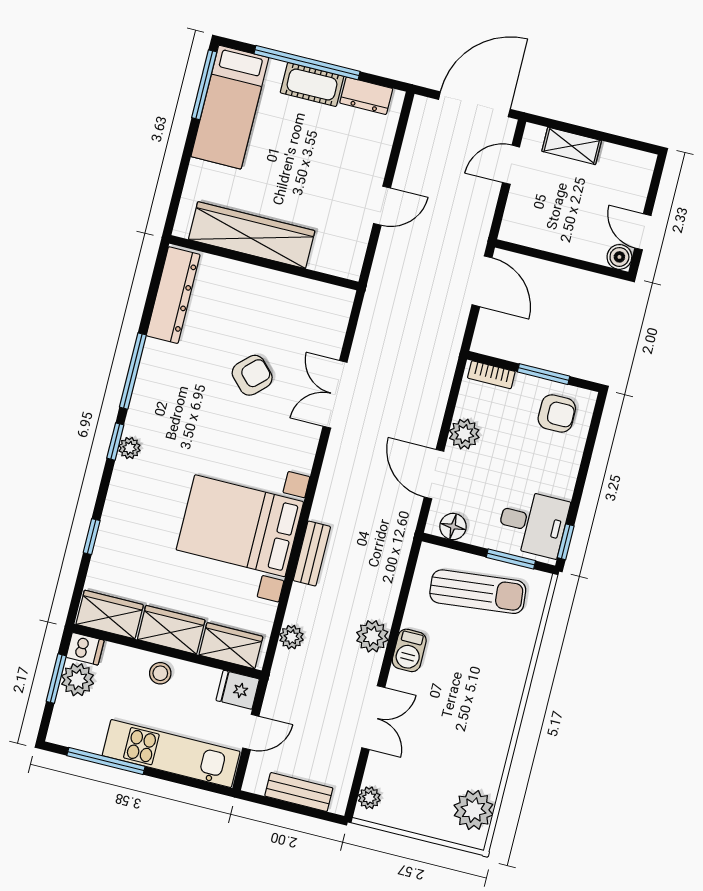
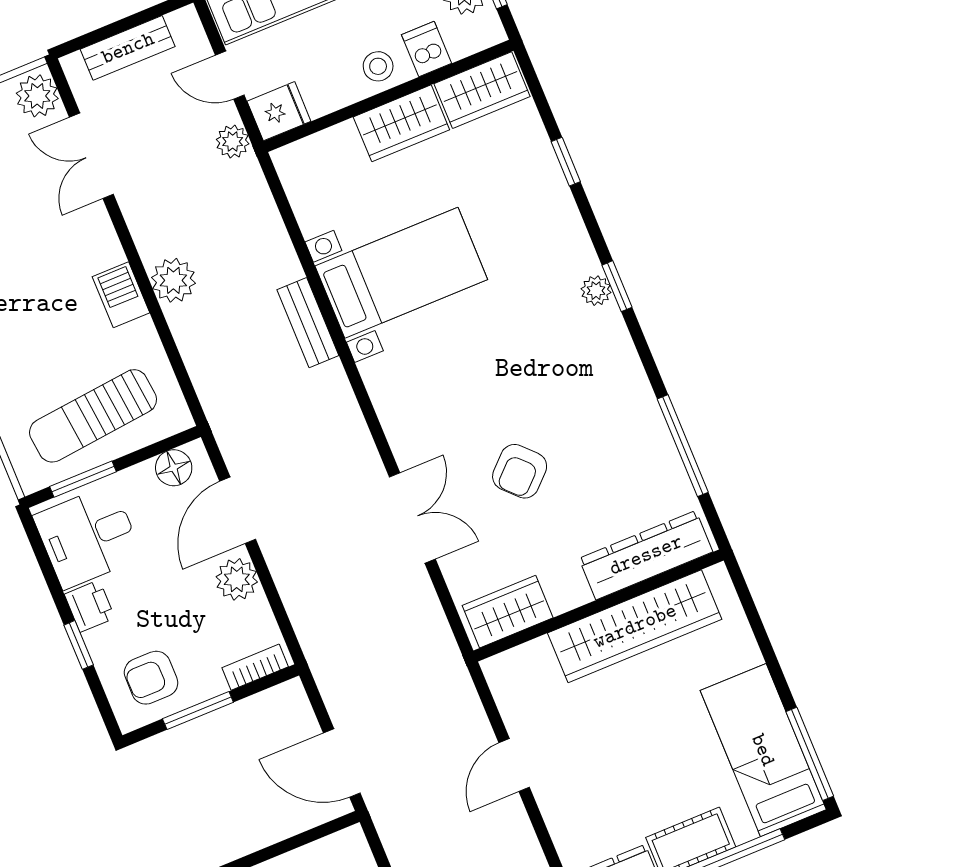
dresser: (173, 295) -> (646, 555), moved, turned 90
window: (133, 371) -> (683, 446), moved
door: (434, 474) -> (238, 510), swing flipped
printer: (562, 482) -> (90, 606), added
bed with nightstands: (240, 526) -> (401, 273), width x0.73
window: (566, 542) -> (79, 645), moved
plant: (291, 637) -> (233, 142), moved
wardrobe: (231, 646) -> (508, 612), moved, turned 180
dishwasher: (85, 649) -> (427, 49), moved, turned 90
double door: (373, 718) -> (91, 156), moved
door: (251, 732) -> (230, 75), hinge flipped
plant: (369, 798) -> (37, 96), width x1.38, depth x1.38

